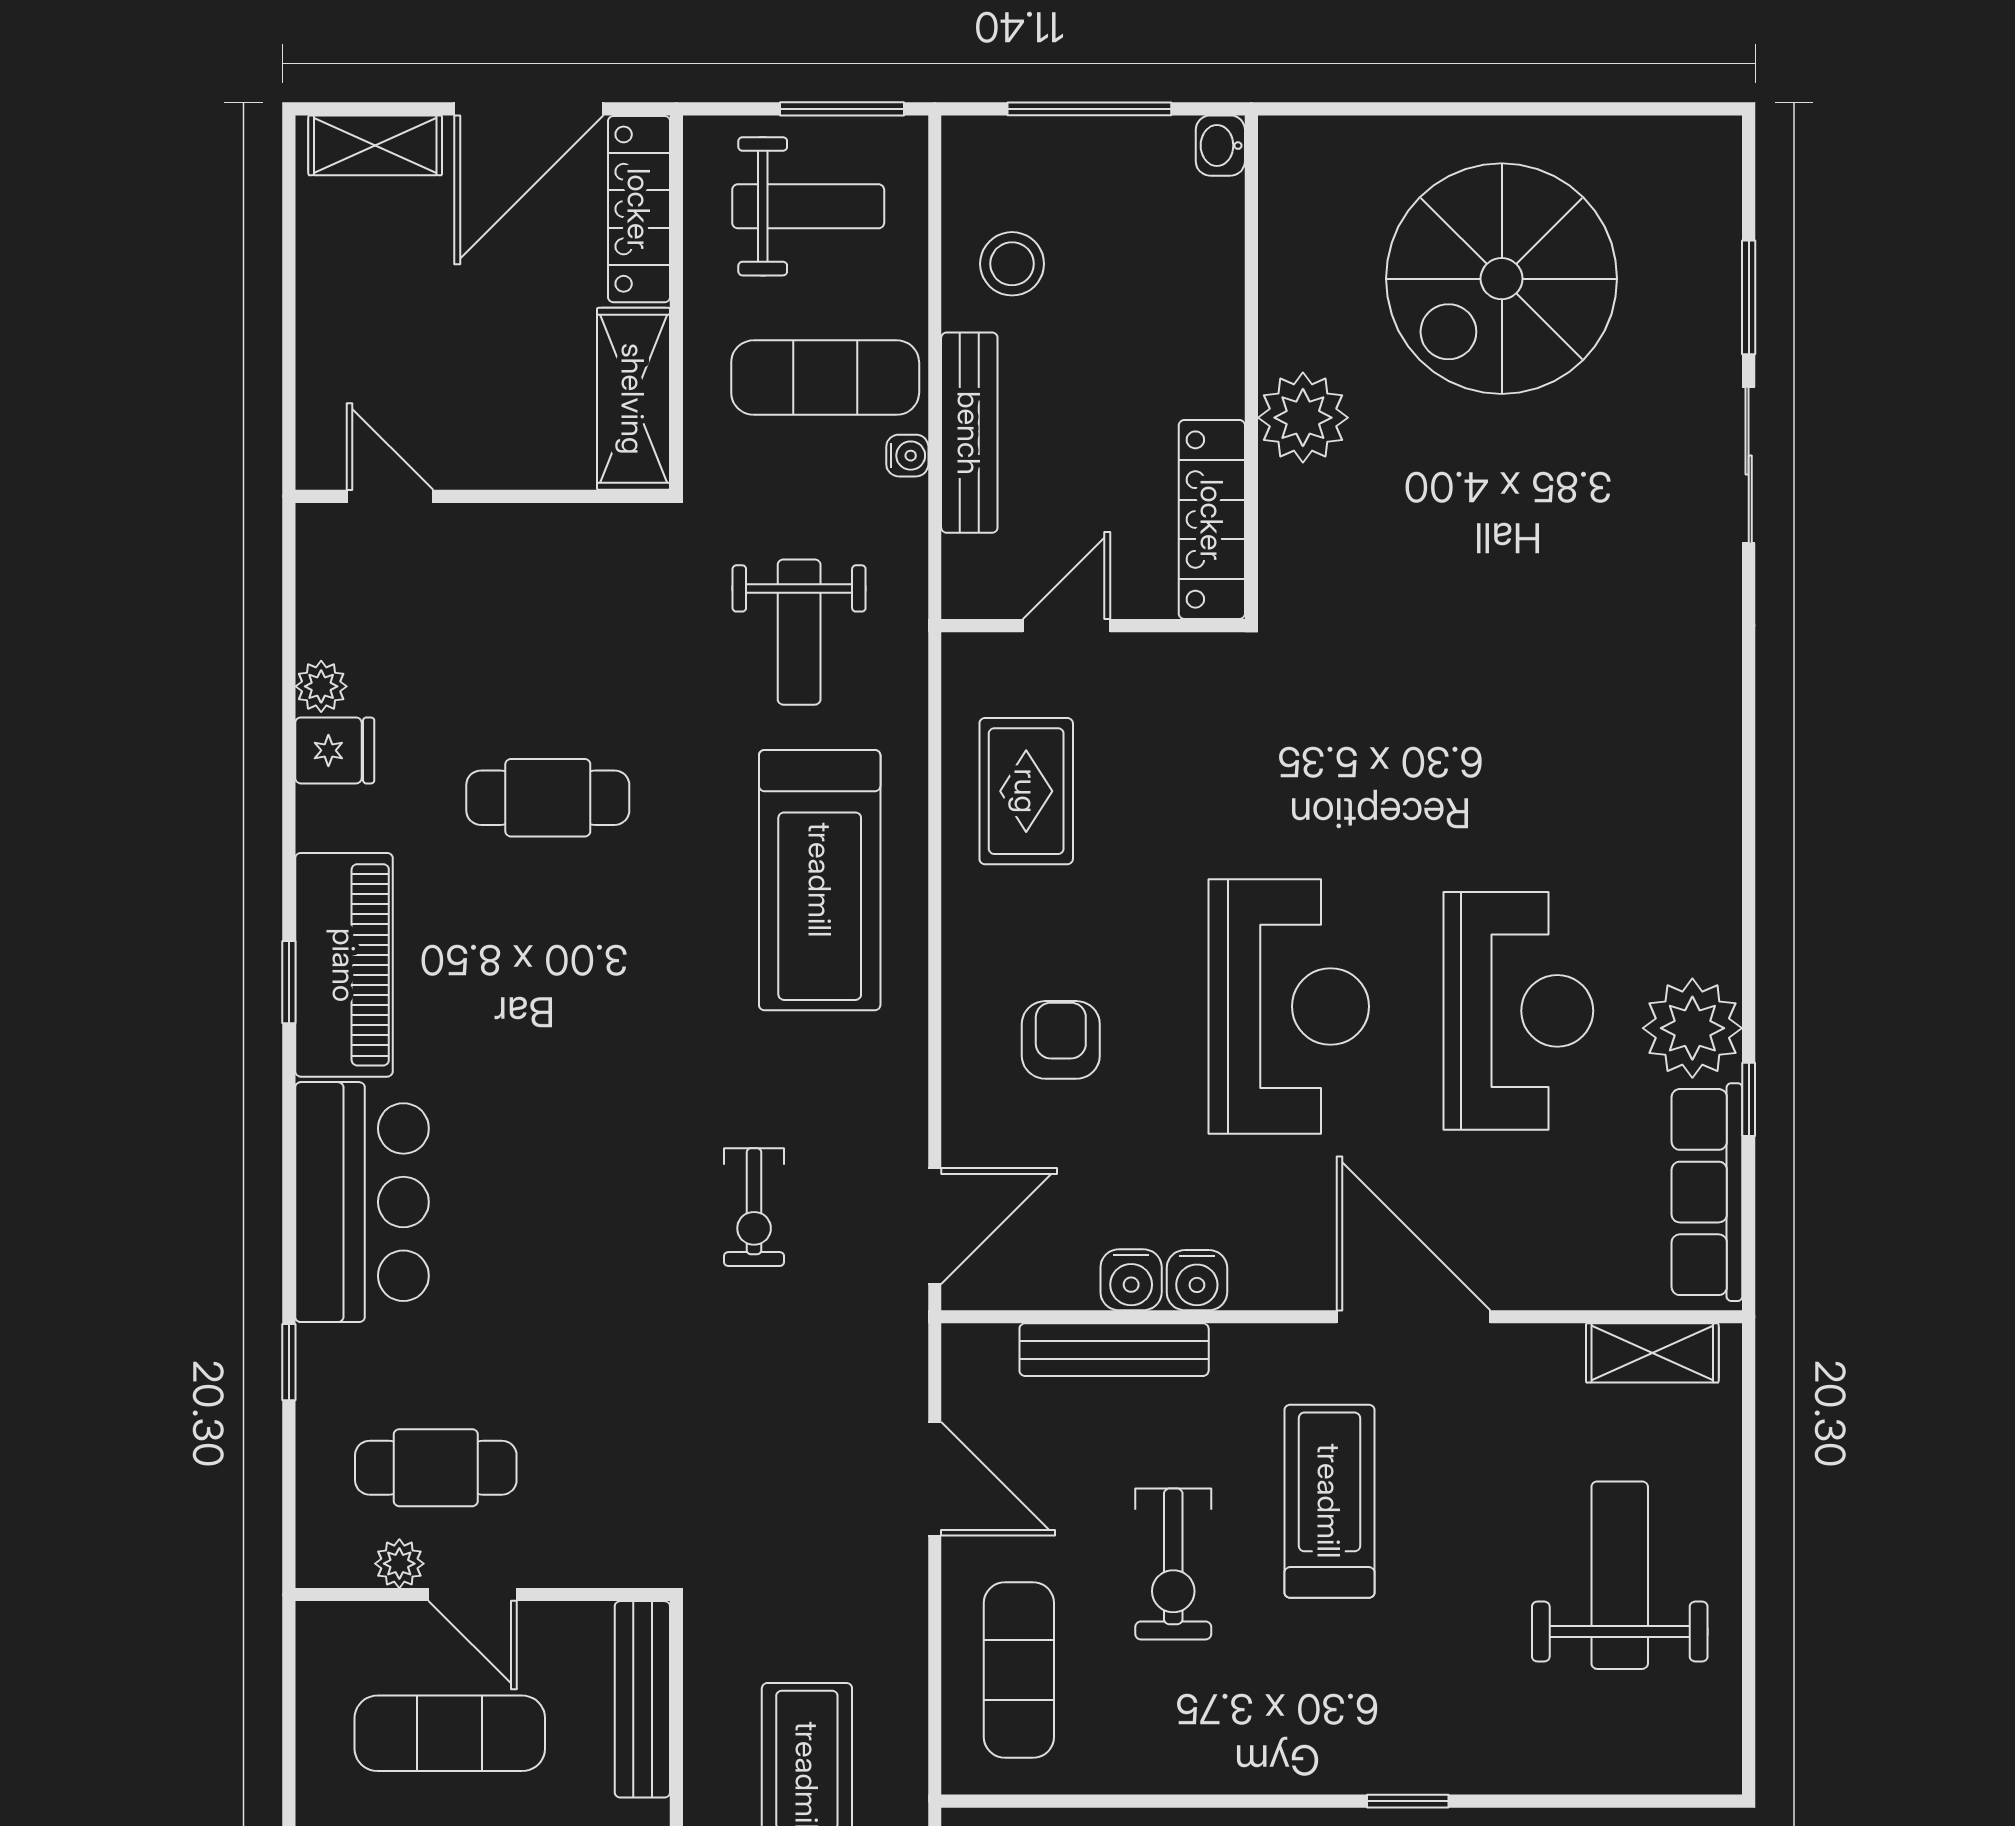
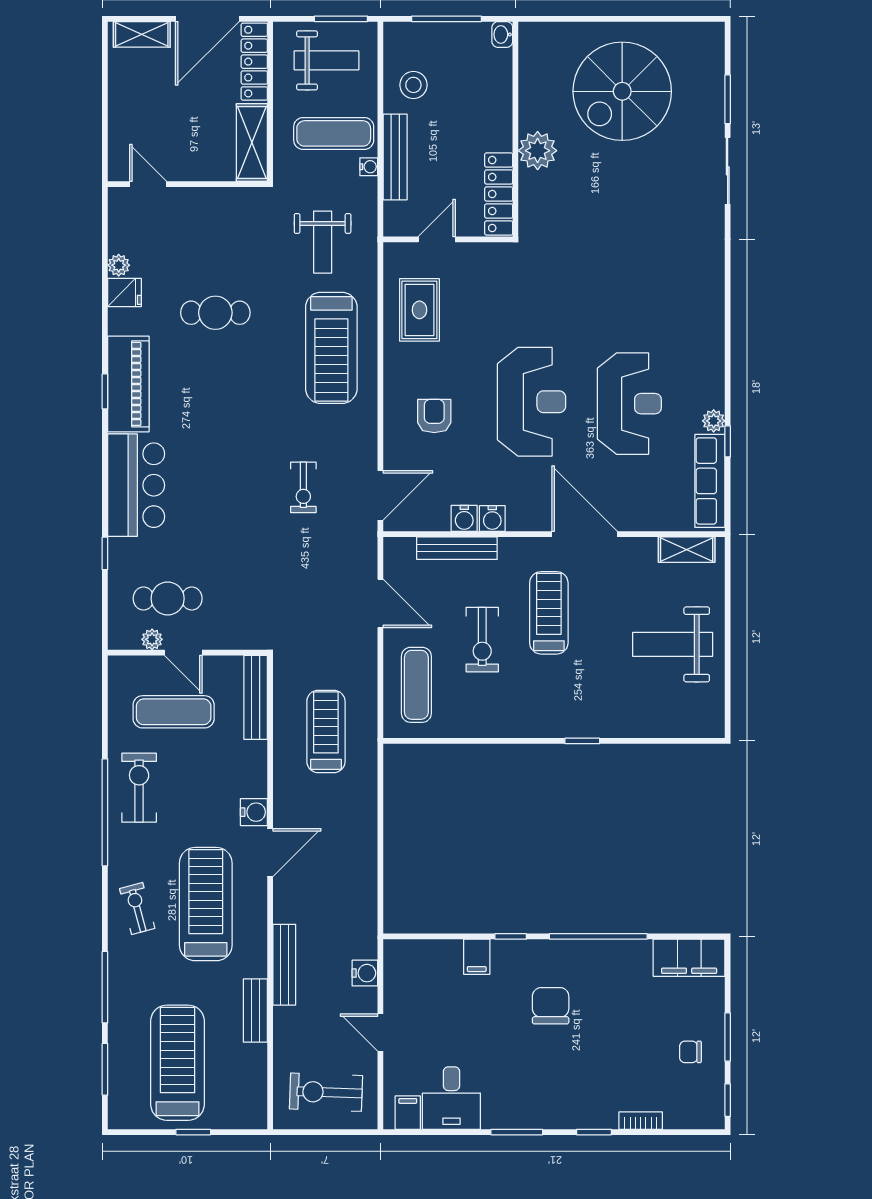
plant: (1692, 1028) -> (714, 421), width x0.53, depth x0.53
weight bench: (1620, 1575) -> (673, 644), turned -90

